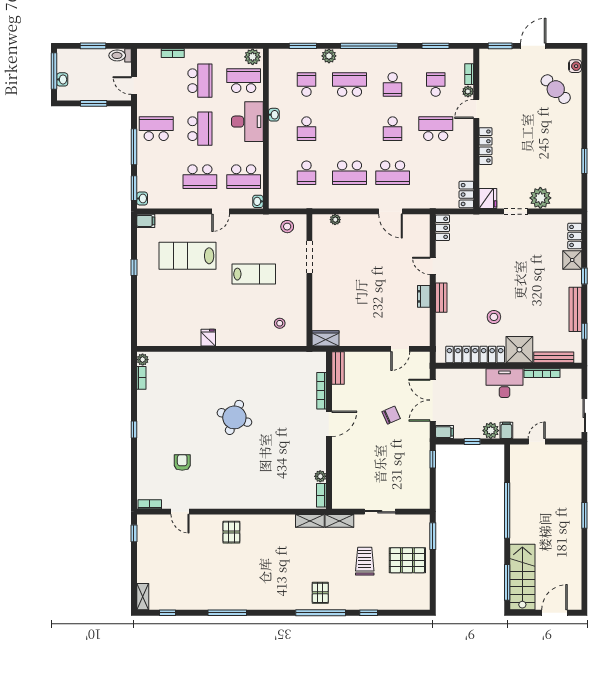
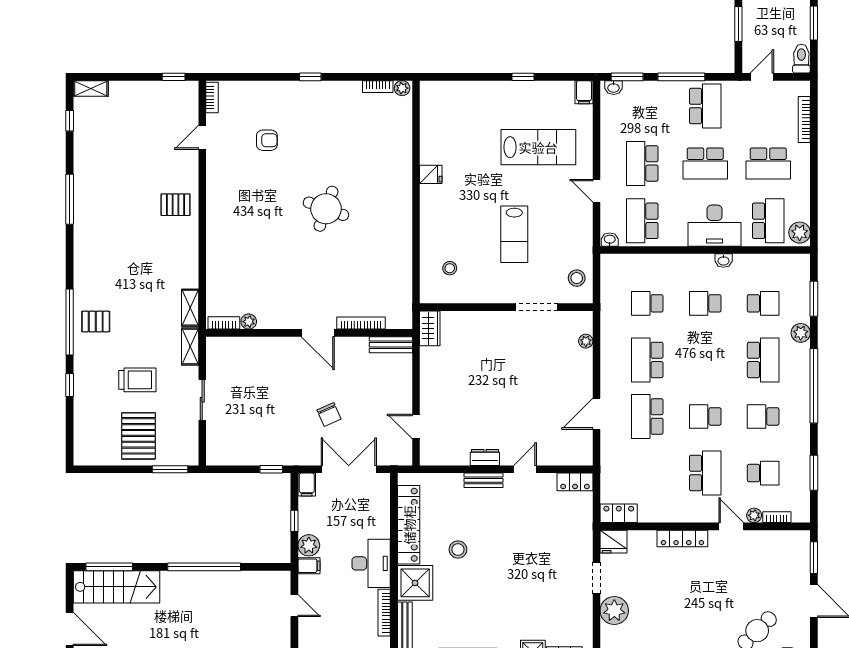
bookcase: (173, 53) -> (804, 119), width x1.56
lab bench: (188, 256) -> (538, 147), turned 90

